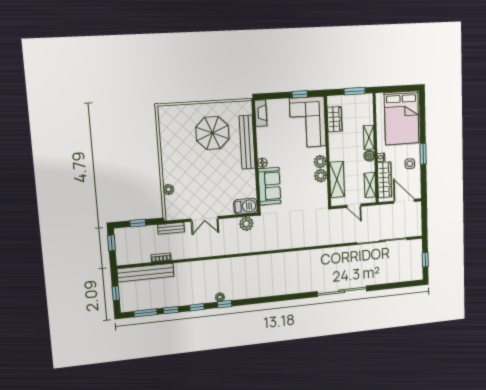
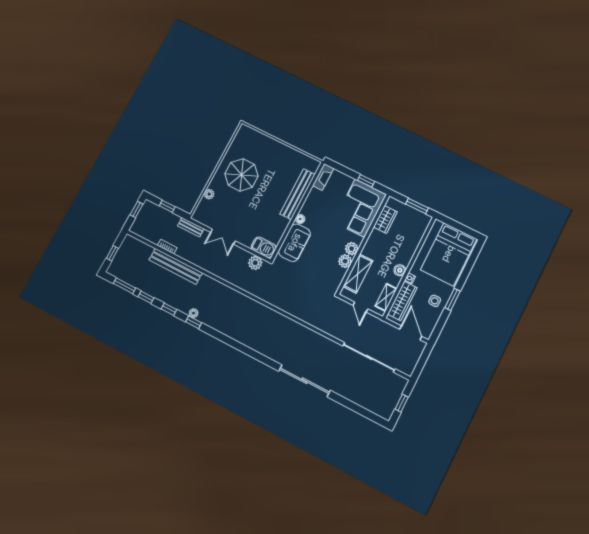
parasol: (212, 133) -> (241, 175), moved
shelving: (369, 137) -> (408, 254), removed
bench: (146, 273) -> (176, 266), moved

